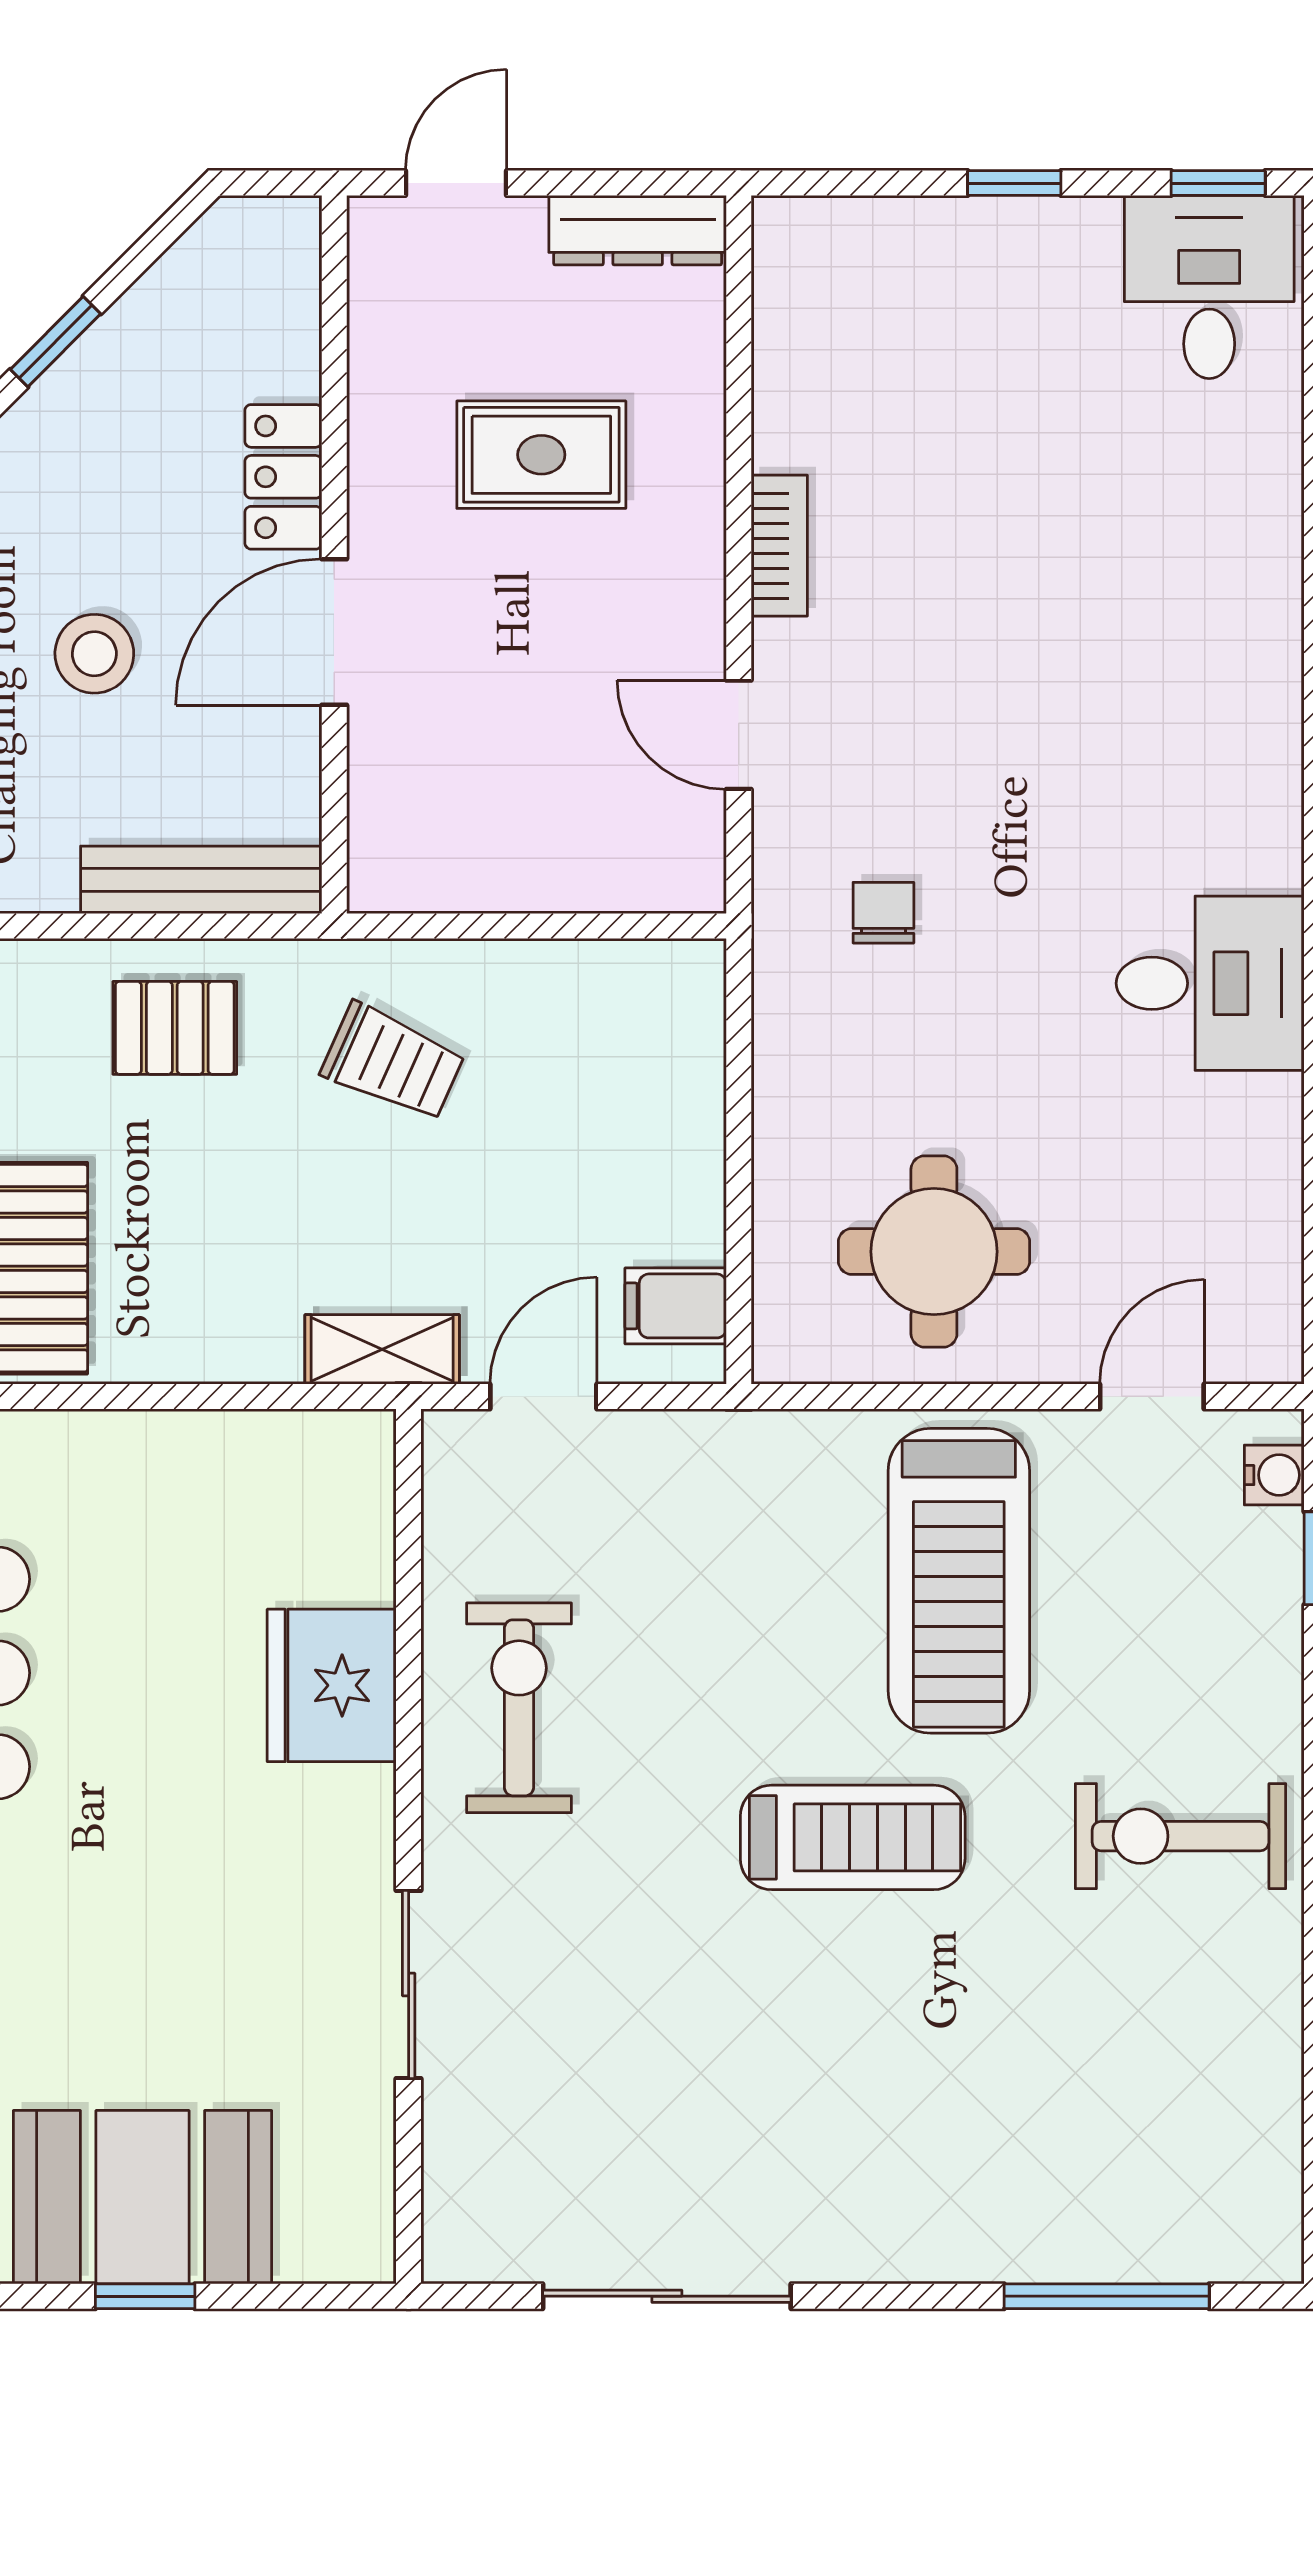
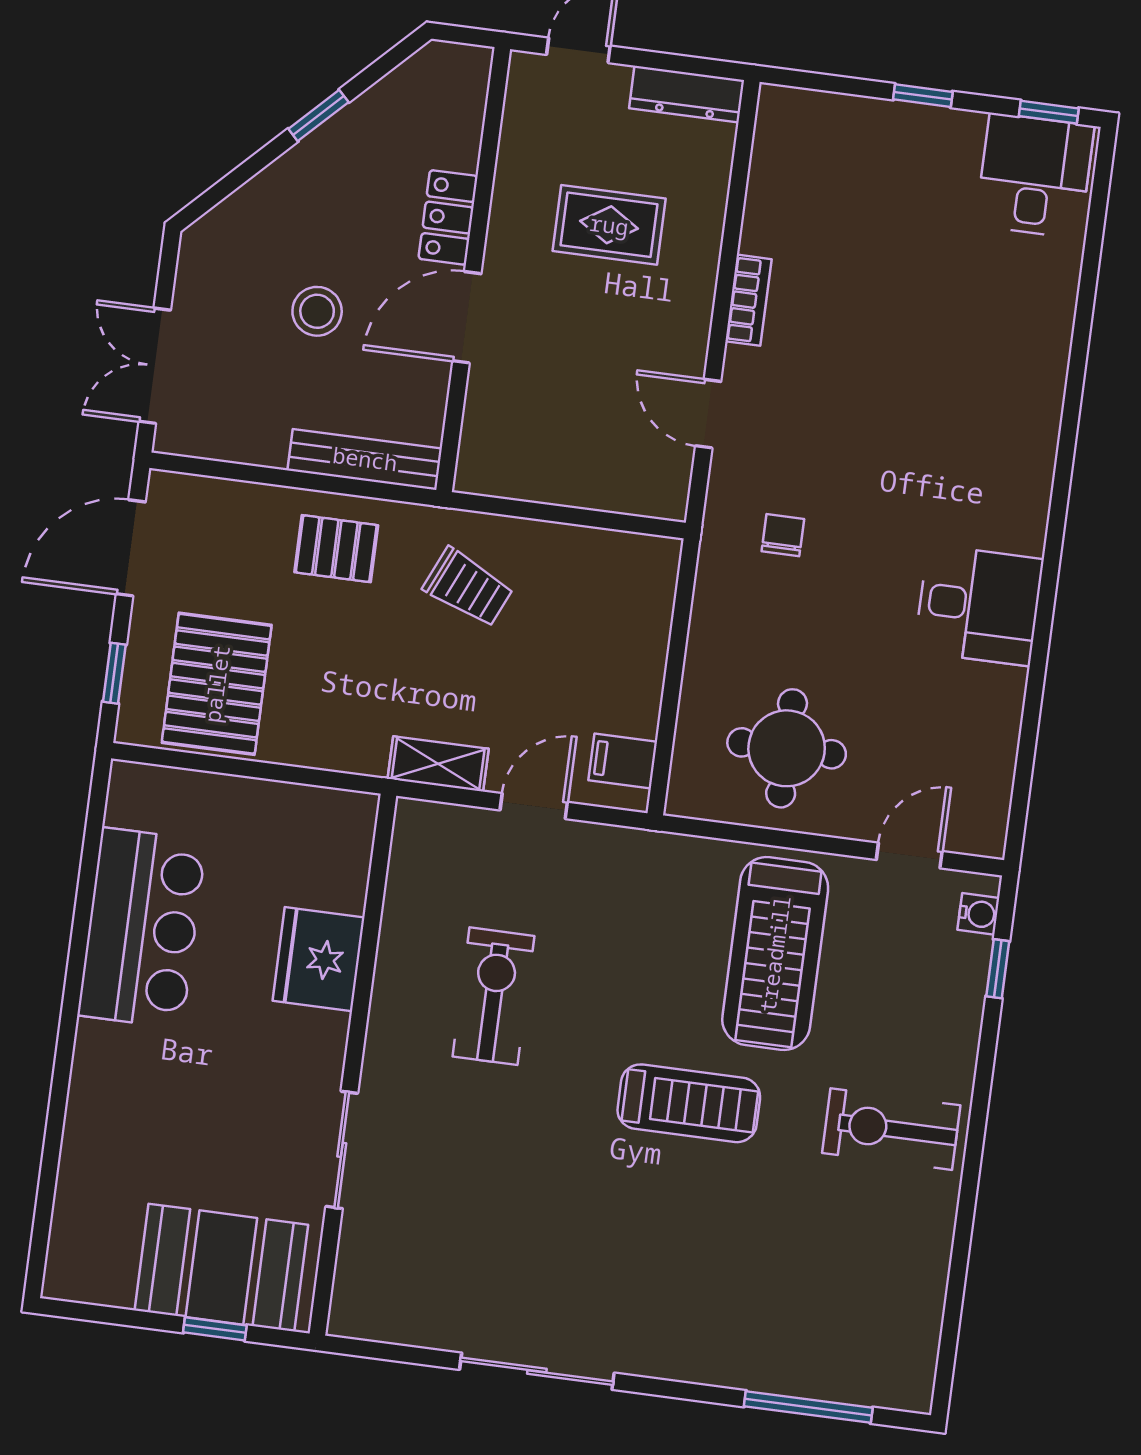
fridge: (332, 1685) -> (319, 959), moved
wall: (409, 1846) -> (353, 1065), moved
sliding door: (409, 1985) -> (342, 1150), moved

